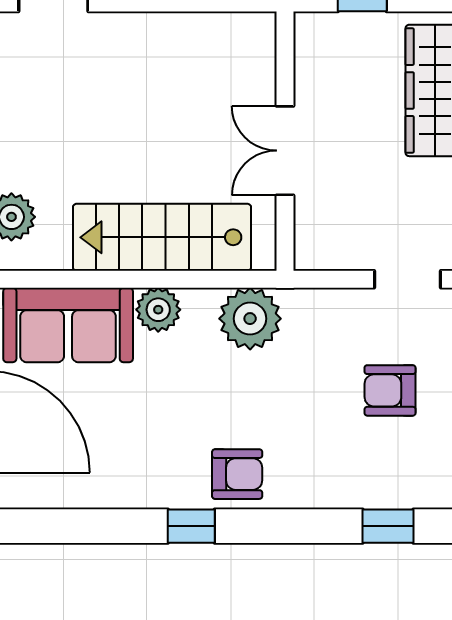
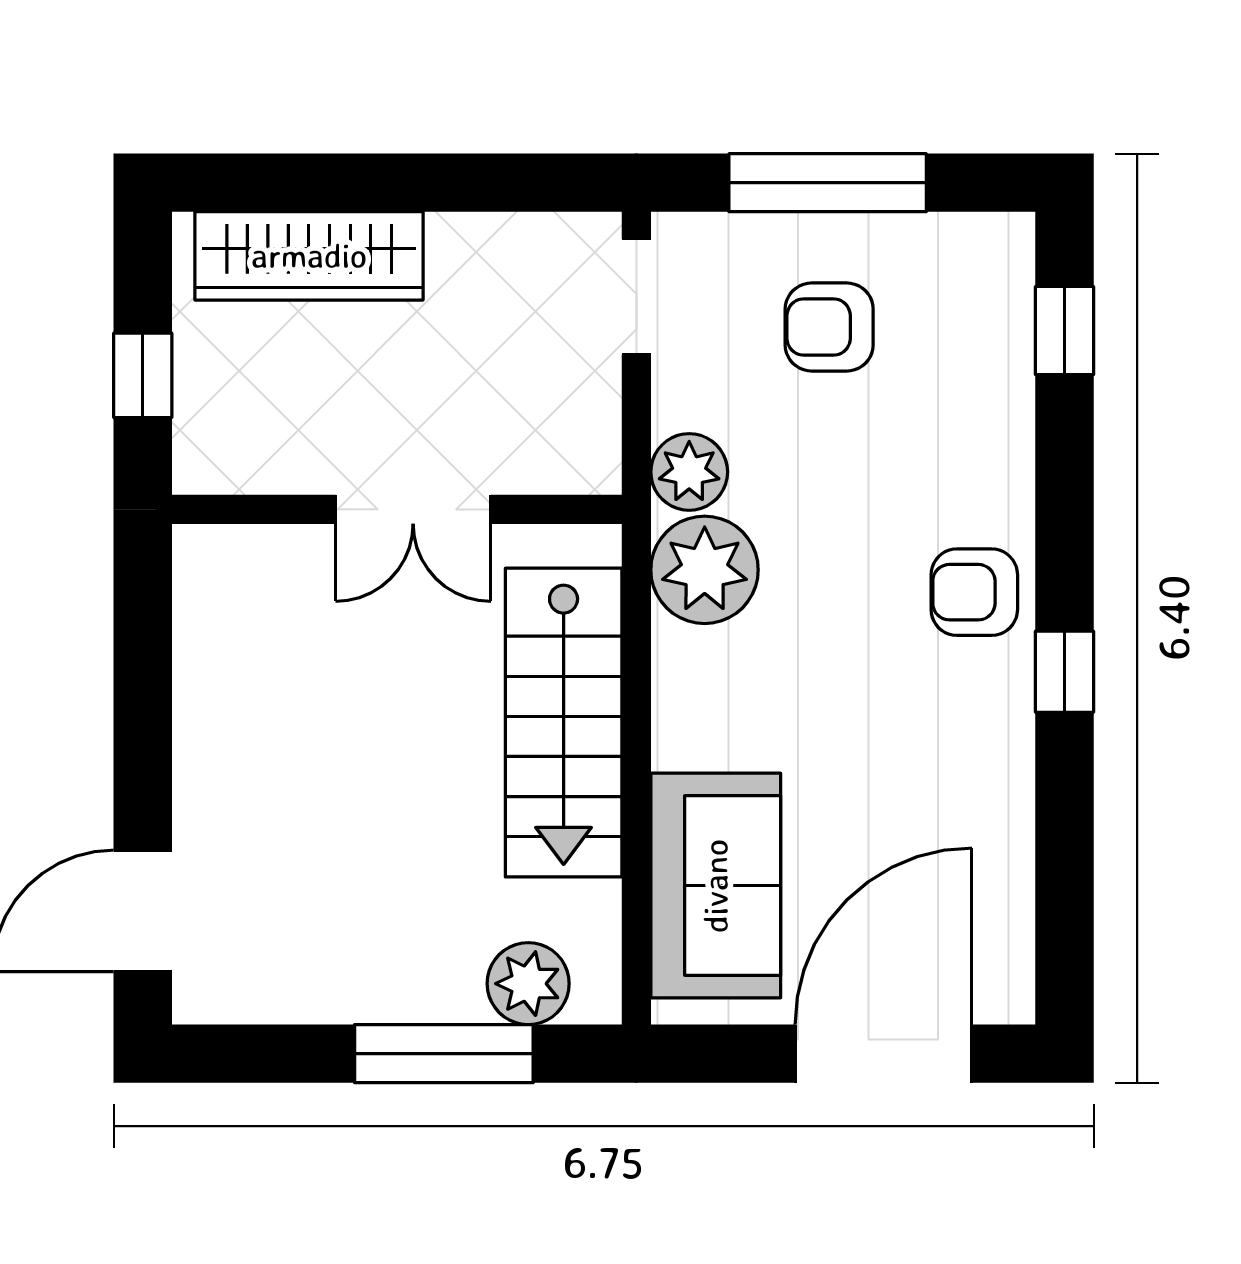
plant: (158, 310) -> (689, 472), moved
armchair: (390, 390) -> (829, 327), turned 90
armchair: (237, 474) -> (974, 592), turned -90

